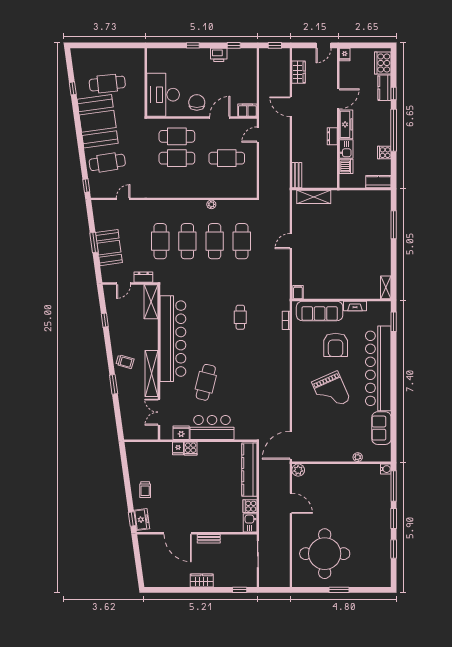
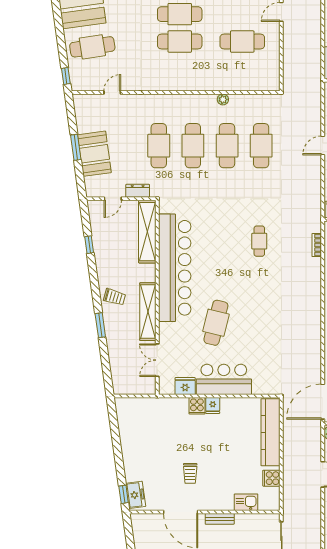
shelving: (151, 302) -> (147, 232), width x1.47
fridge: (178, 448) -> (213, 406), moved
trolley: (145, 490) -> (190, 473), moved
kitchen sink: (250, 523) -> (246, 502), moved, turned 90

